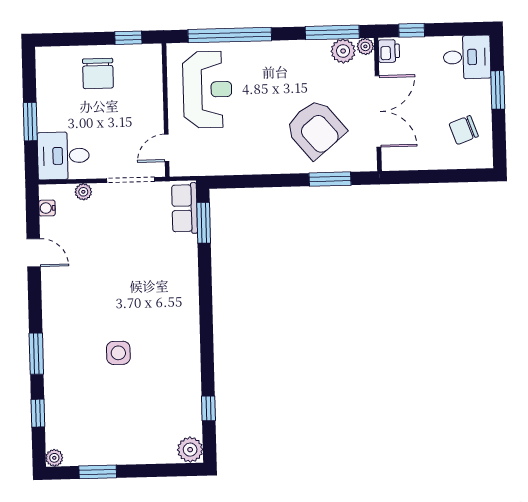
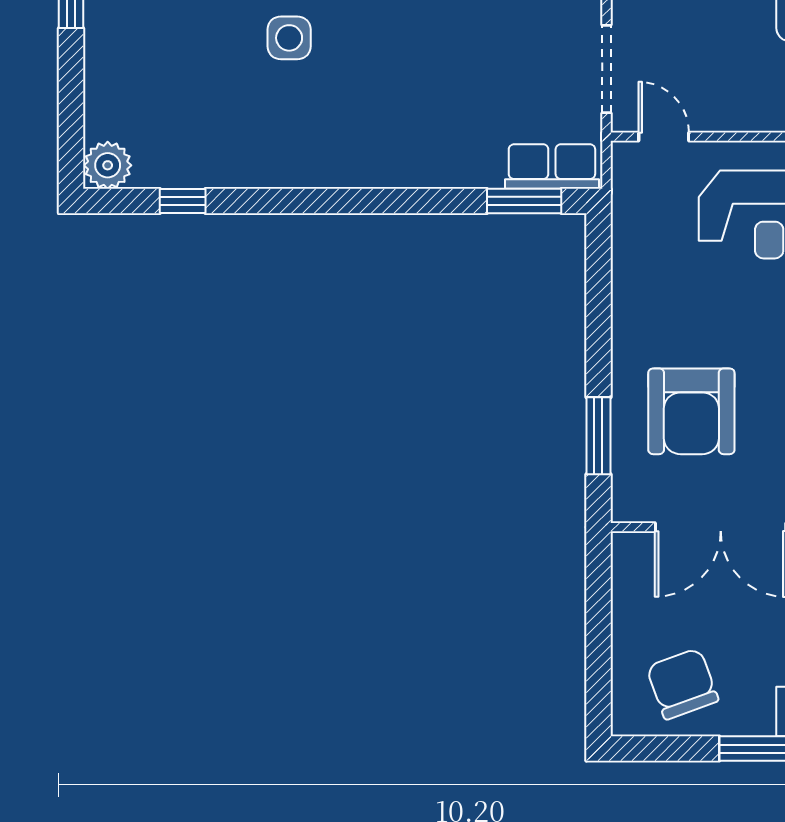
armchair: (315, 129) -> (691, 411), turned -50
chair: (464, 130) -> (682, 684), width x1.37, depth x1.37

